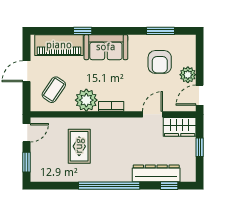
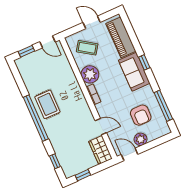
window: (83, 31) -> (144, 62), moved
window: (160, 31) -> (163, 106), width x1.44
armchair: (160, 62) -> (141, 115), turned -90
rug: (79, 146) -> (47, 104), moved, turned 90
window: (200, 147) -> (83, 175), moved
dresser: (156, 173) -> (60, 148), removed

